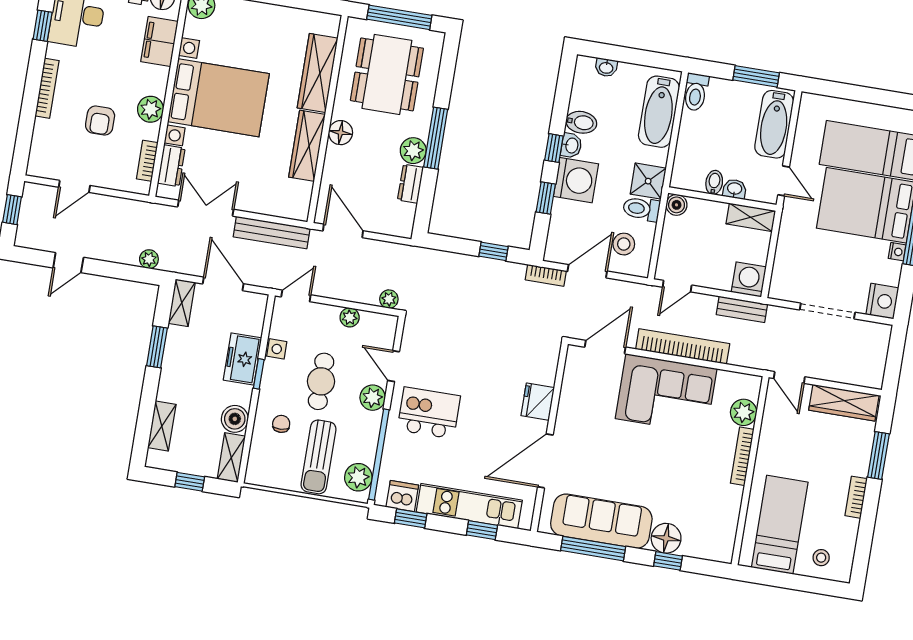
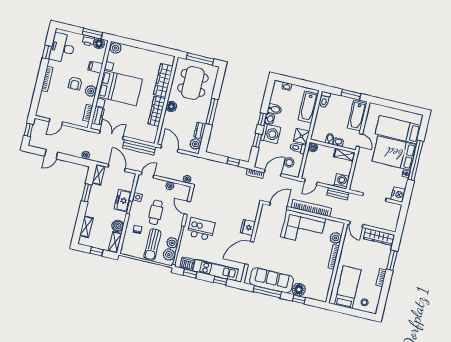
filing cabinet: (159, 41) -> (95, 67), width x0.50
armchair: (100, 121) -> (75, 83), moved
plant: (413, 151) -> (195, 144), moved
plant: (373, 398) -> (172, 243), moved

